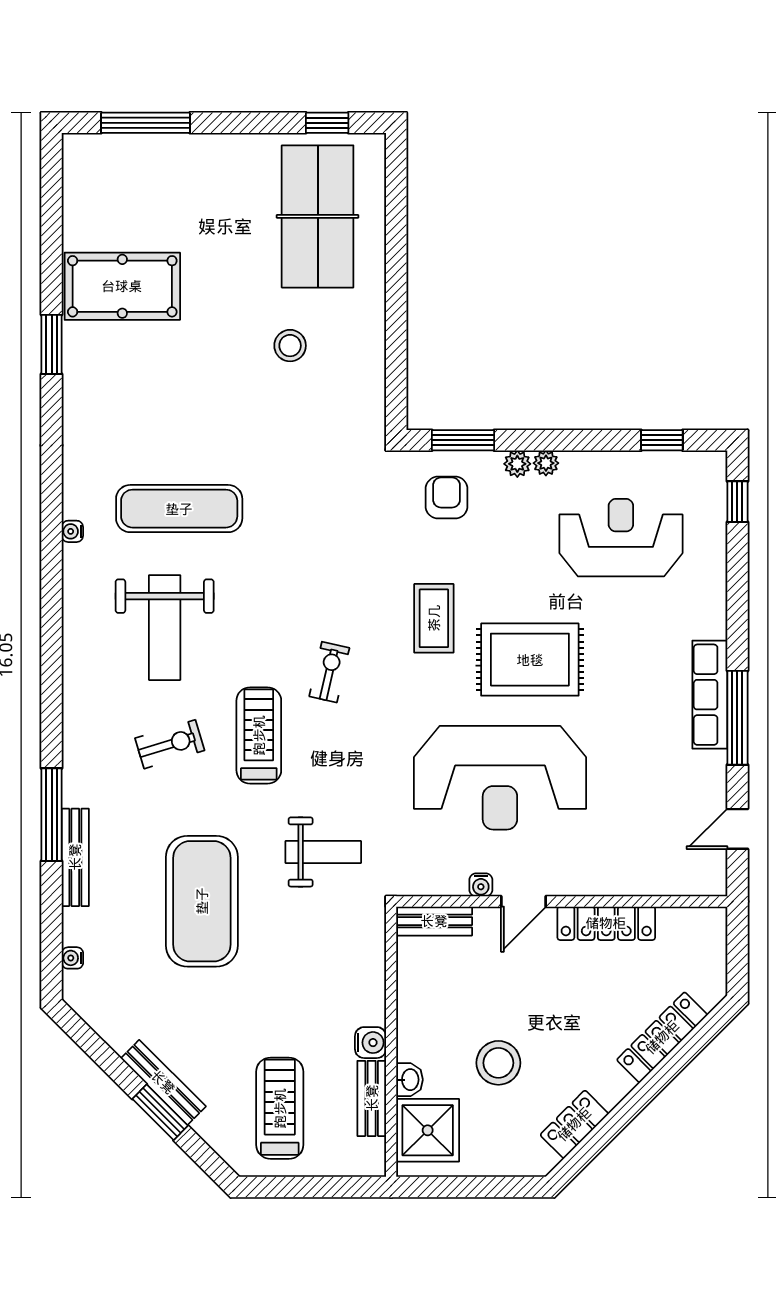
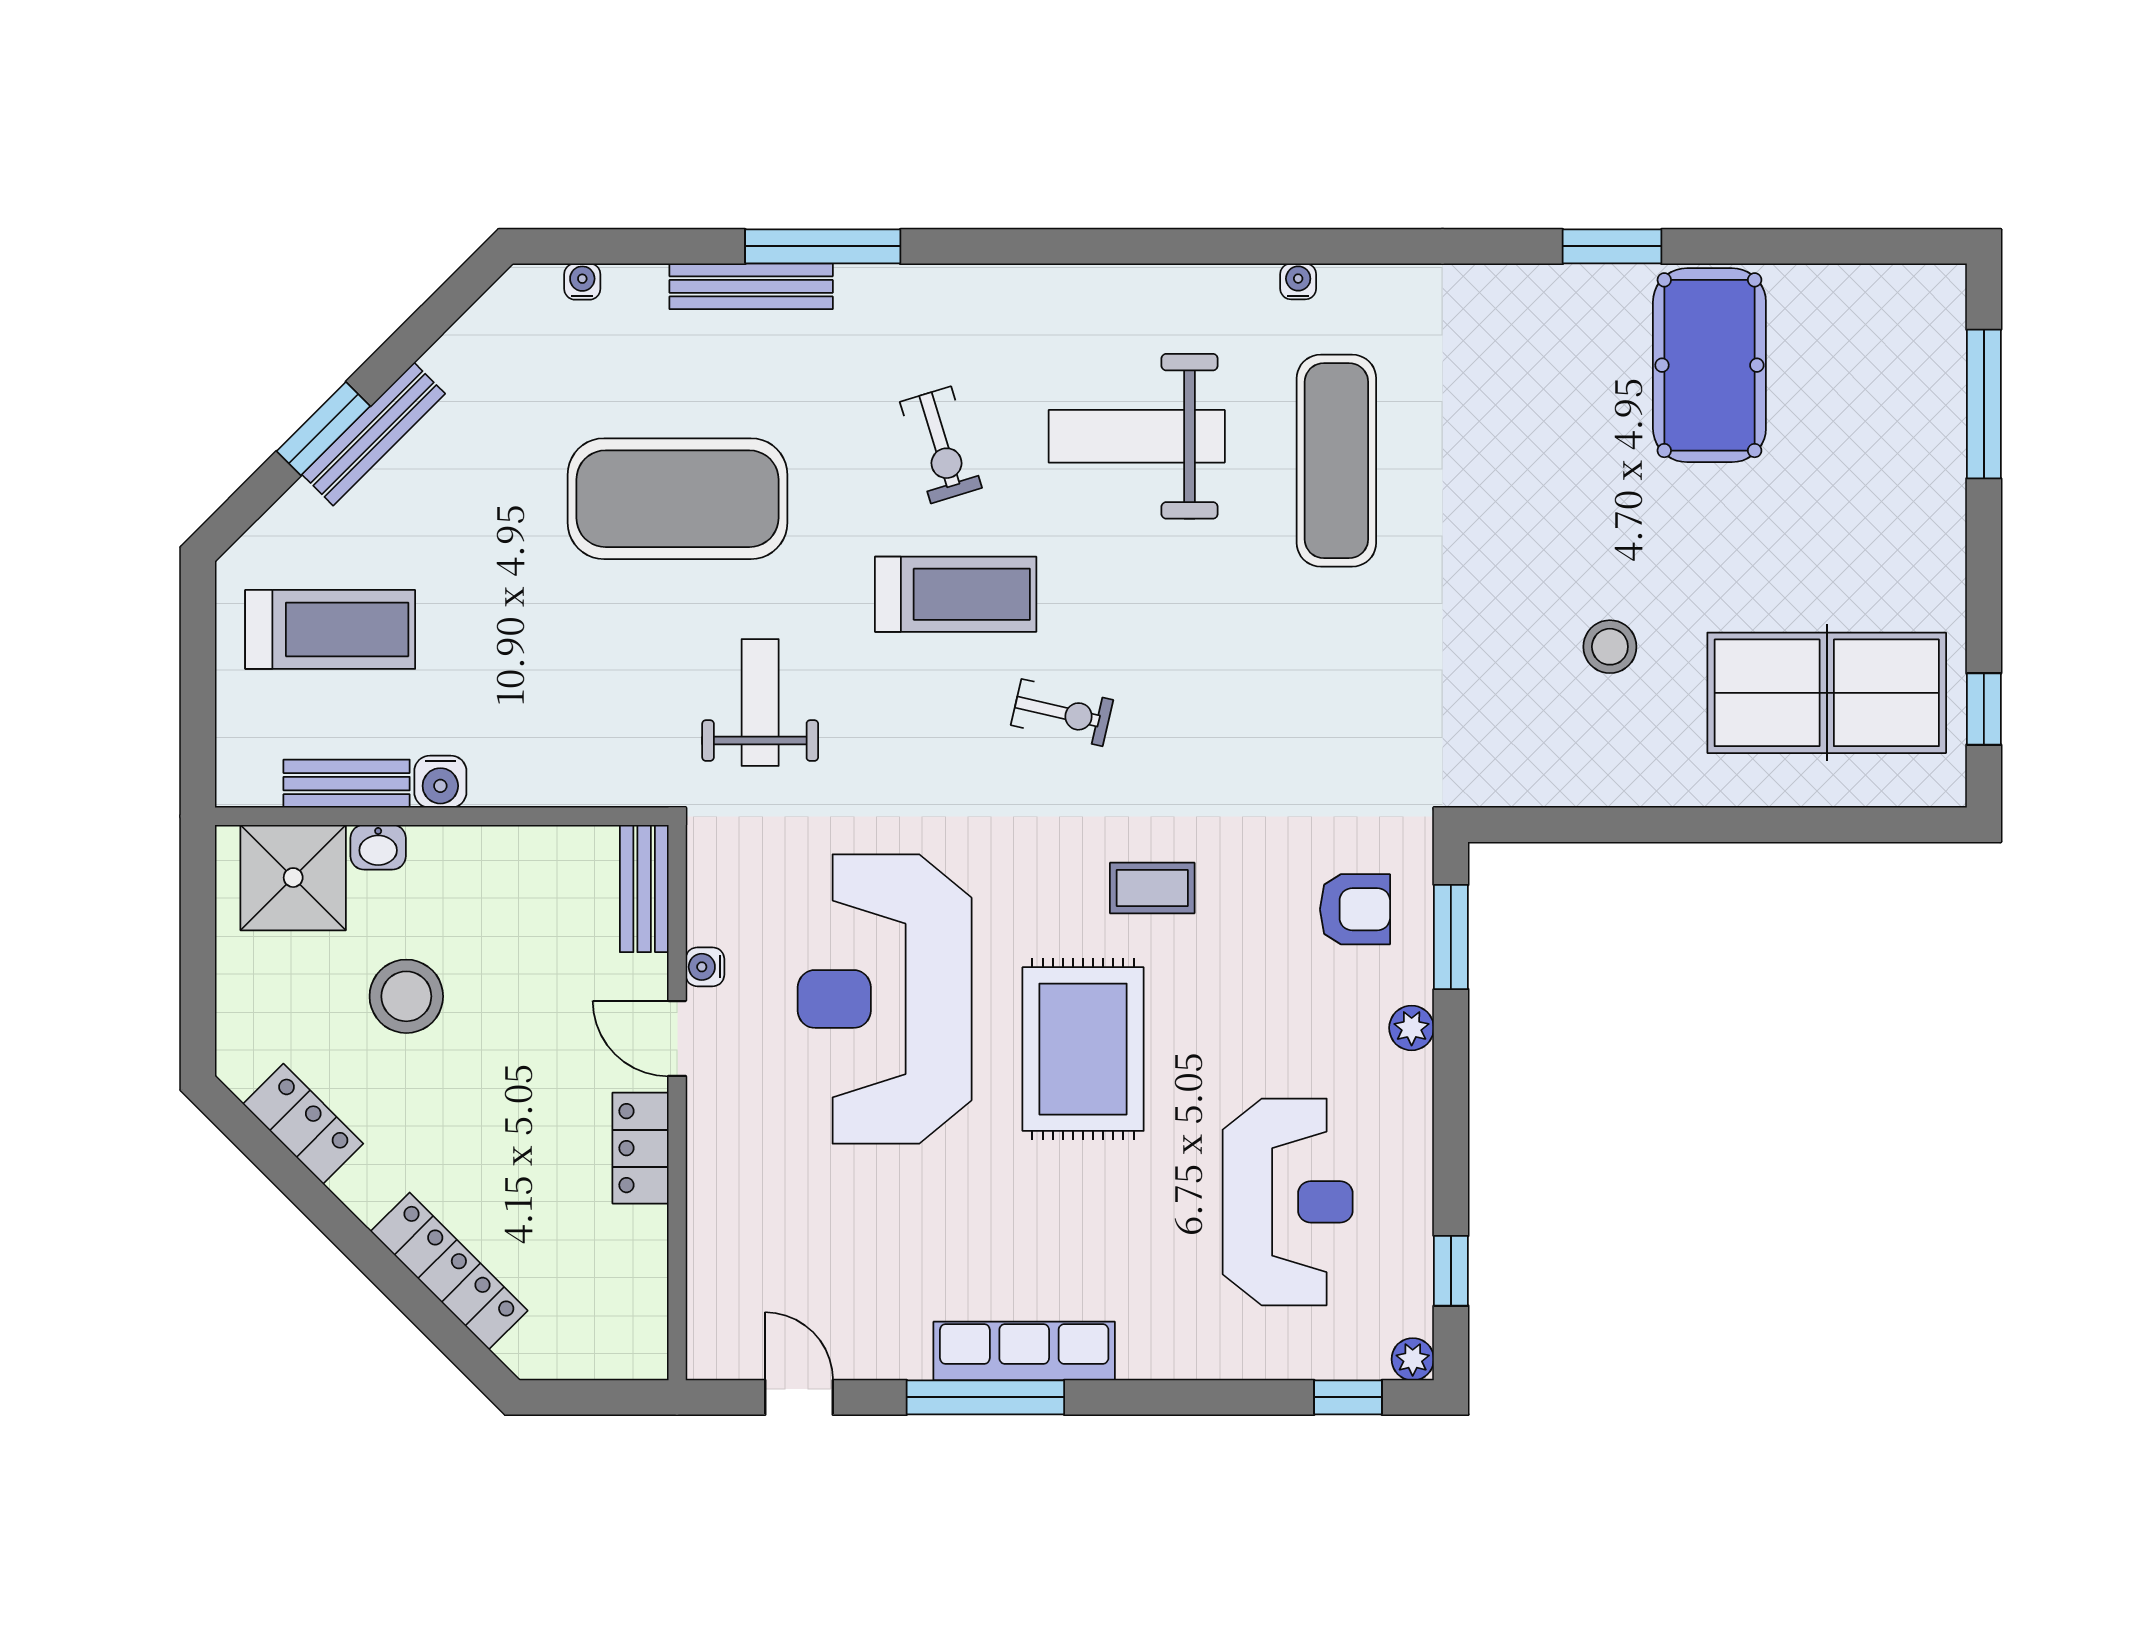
plant: (546, 463) -> (1413, 1359), moved
coffee table: (434, 618) -> (1152, 888), width x0.73, depth x0.77
weight bench: (323, 852) -> (760, 702), turned 180
locker: (606, 923) -> (640, 1148), width x0.66

